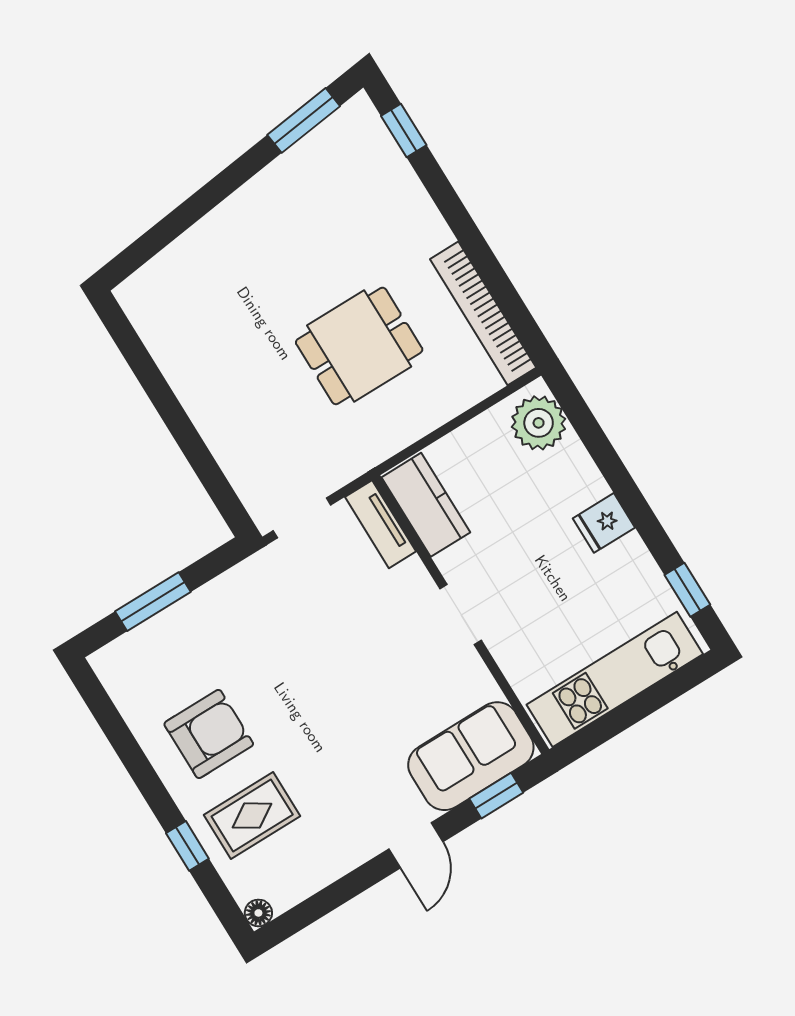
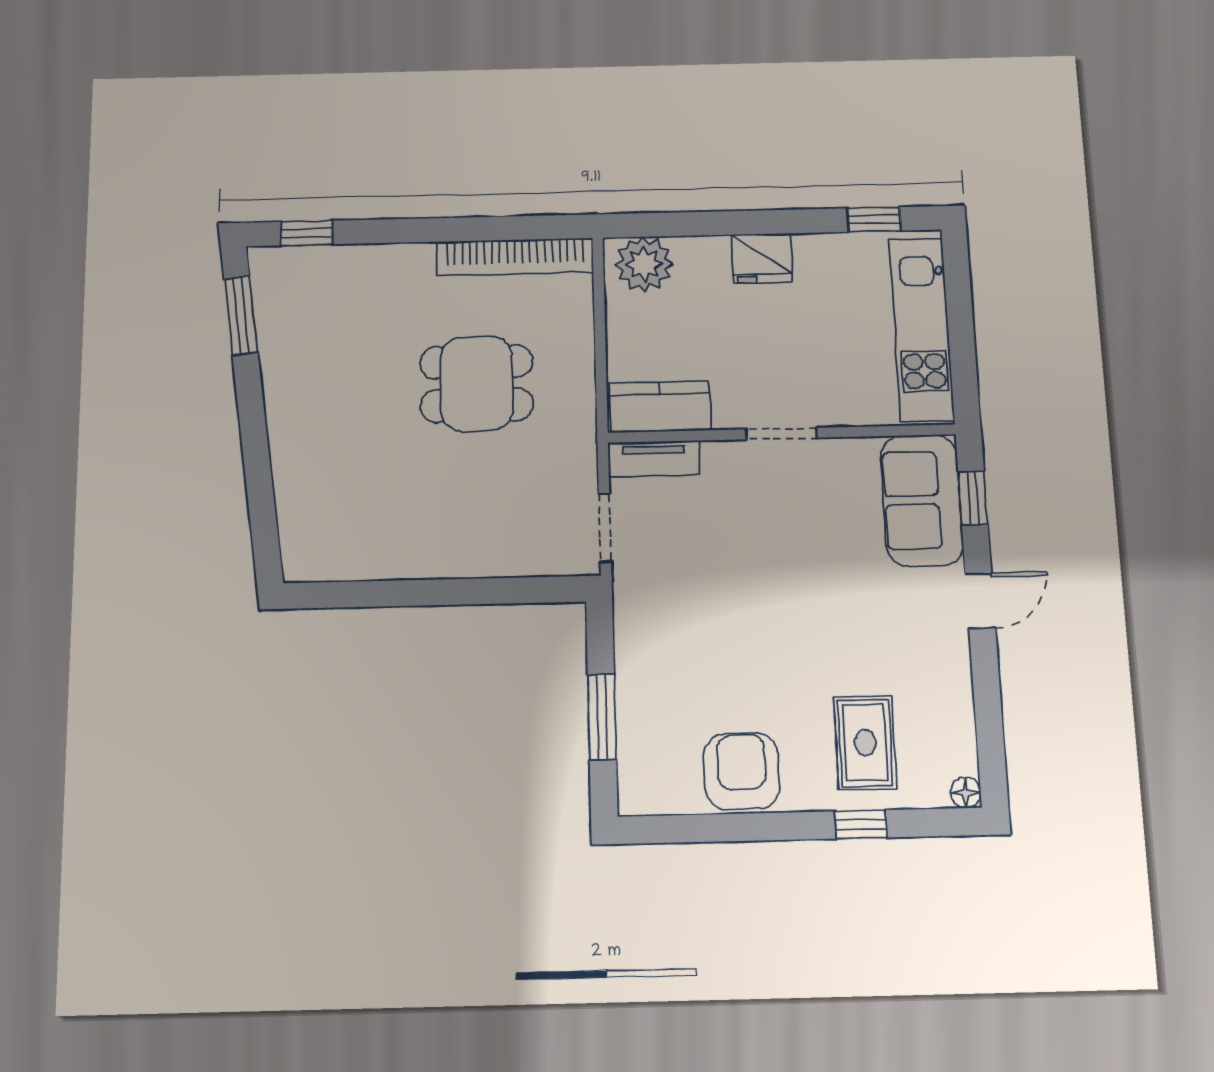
dining table: (359, 346) -> (477, 383), turned 90
fridge: (604, 523) -> (762, 258), width x1.38
armchair: (209, 734) -> (742, 771), moved
door: (416, 845) -> (980, 601), hinge flipped

